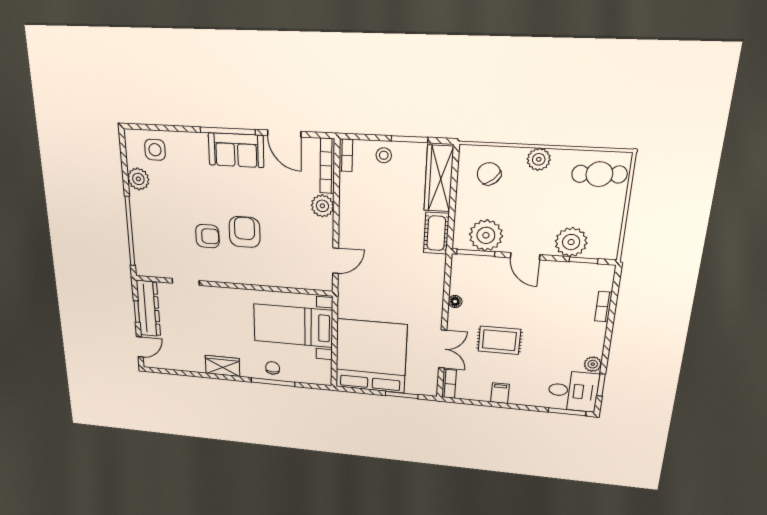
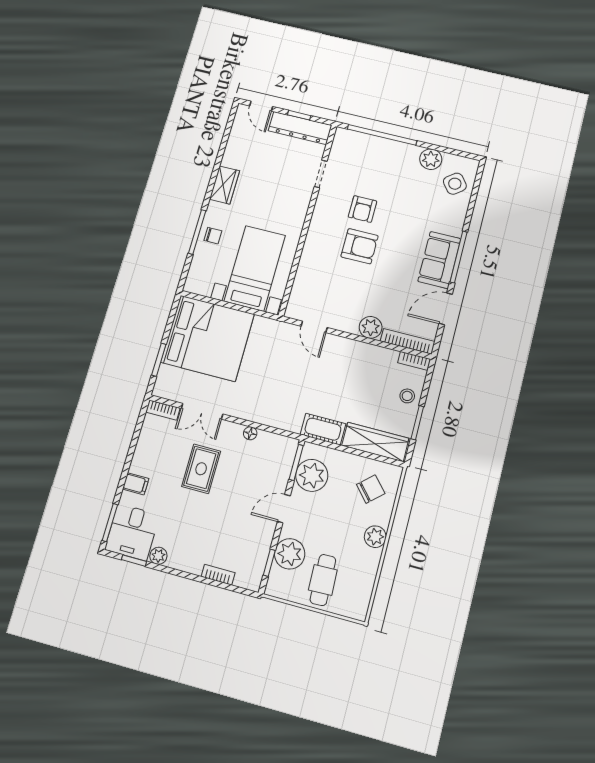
side table: (155, 150) -> (455, 184), turned -38
cafe table: (599, 174) -> (323, 580), moved
filing cabinet: (500, 393) -> (136, 484), moved

